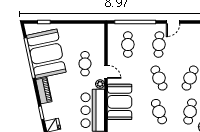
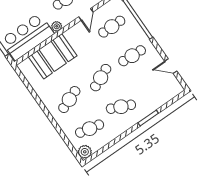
door: (173, 22) -> (171, 66), moved
door: (106, 72) -> (86, 14), moved

